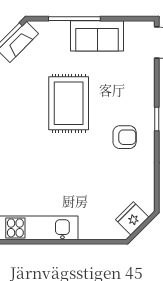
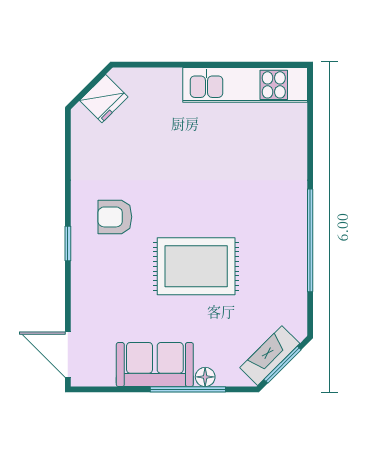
floor lamp: (62, 27) -> (205, 377), added
rug: (69, 103) -> (196, 266), turned 90

